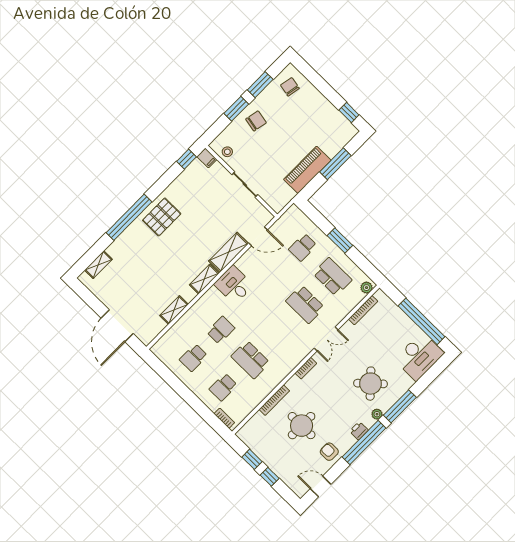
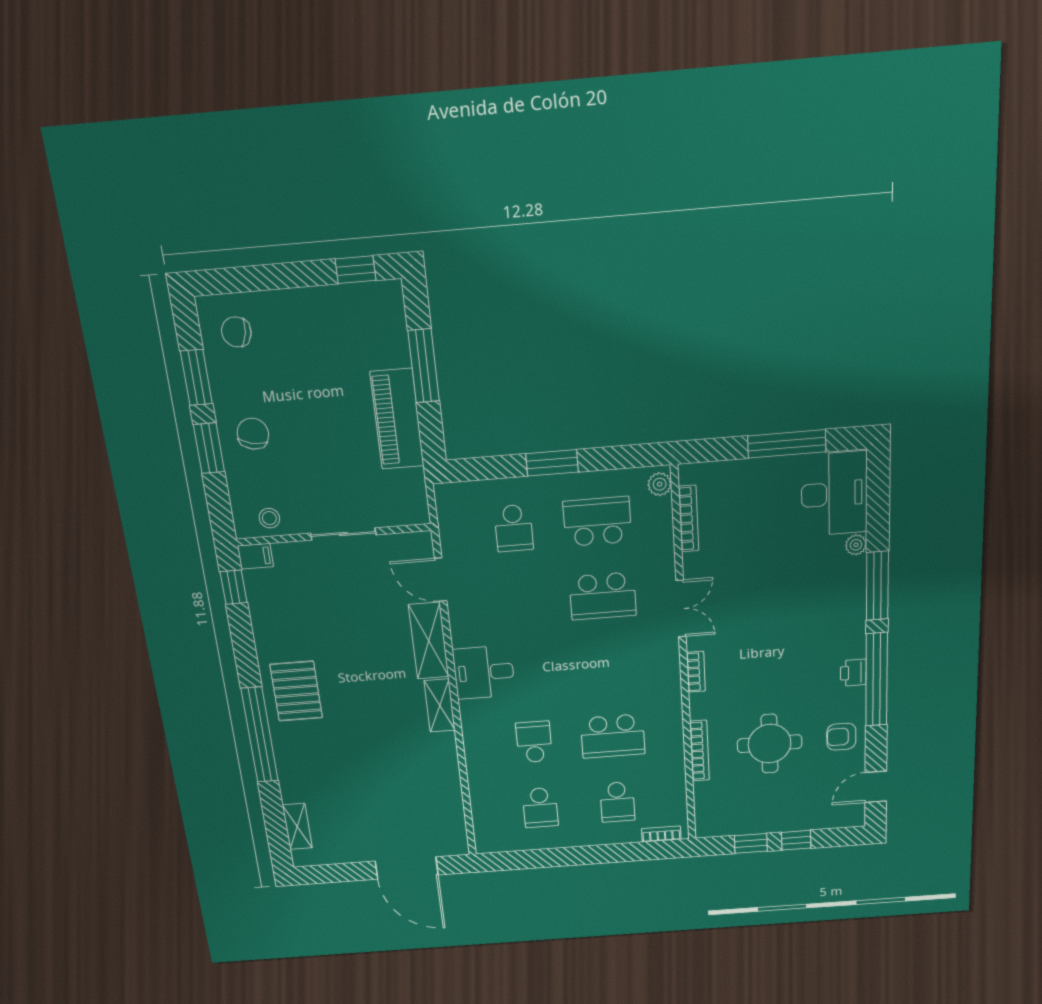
door: (258, 236) -> (441, 580), swing flipped
shelving: (174, 310) -> (449, 780), removed
window: (422, 321) -> (787, 444), width x0.68
round table: (371, 384) -> (804, 600), removed
plant: (377, 414) -> (856, 545), moved

